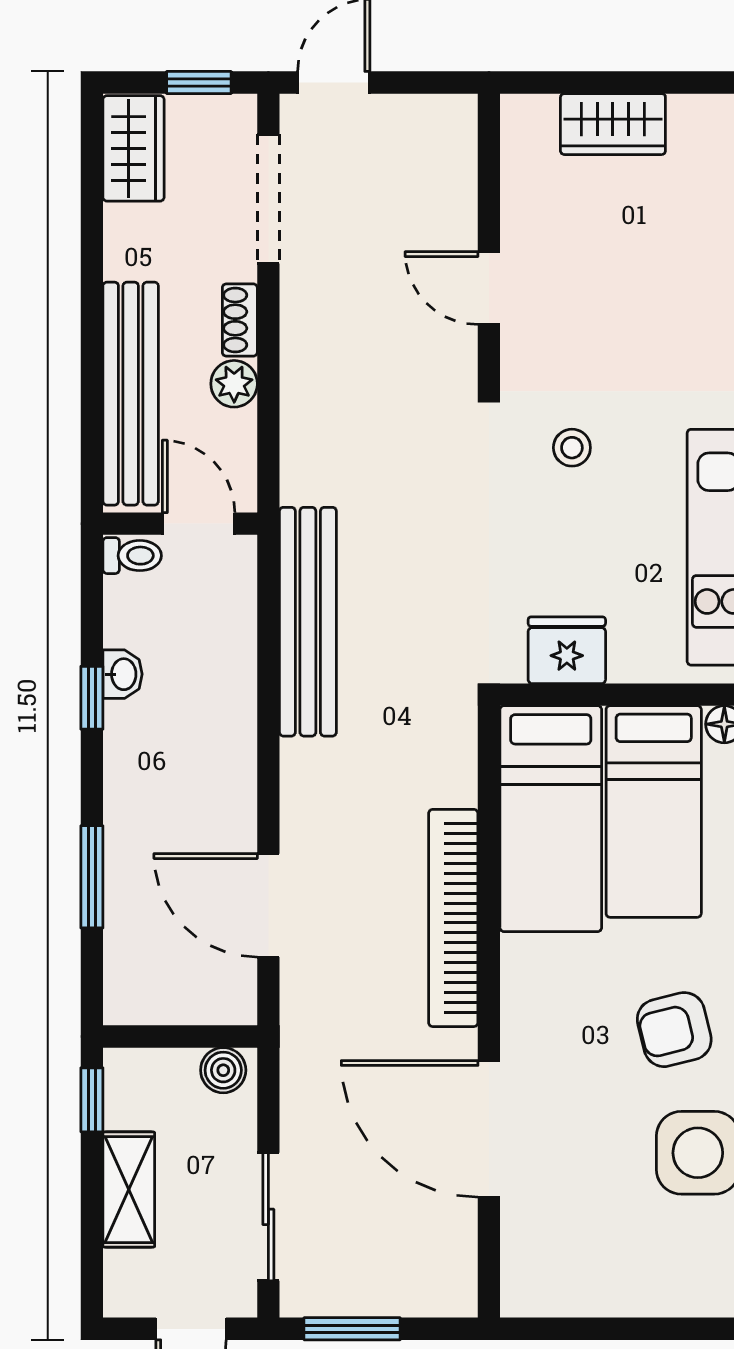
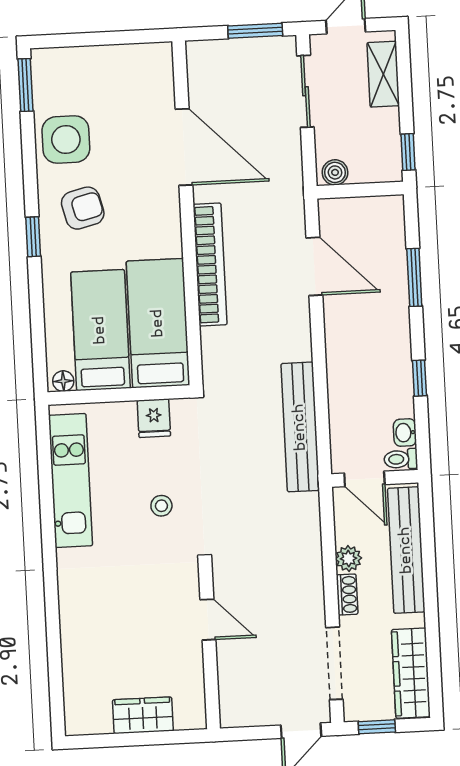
wardrobe: (134, 148) -> (411, 673), width x1.50
stool: (572, 448) -> (161, 506), moved
fridge: (567, 650) -> (154, 418), width x0.72
washbasin: (123, 674) -> (405, 433), moved
shelving: (129, 1190) -> (383, 74), moved

